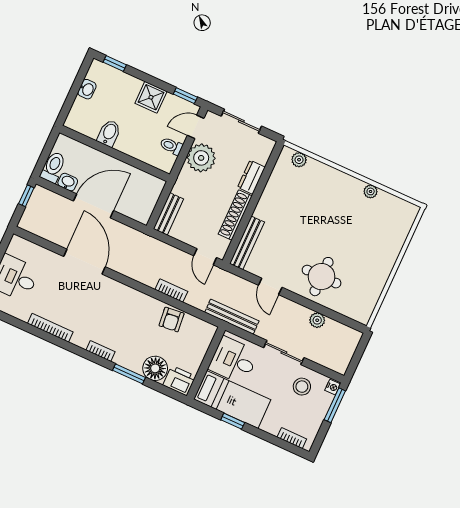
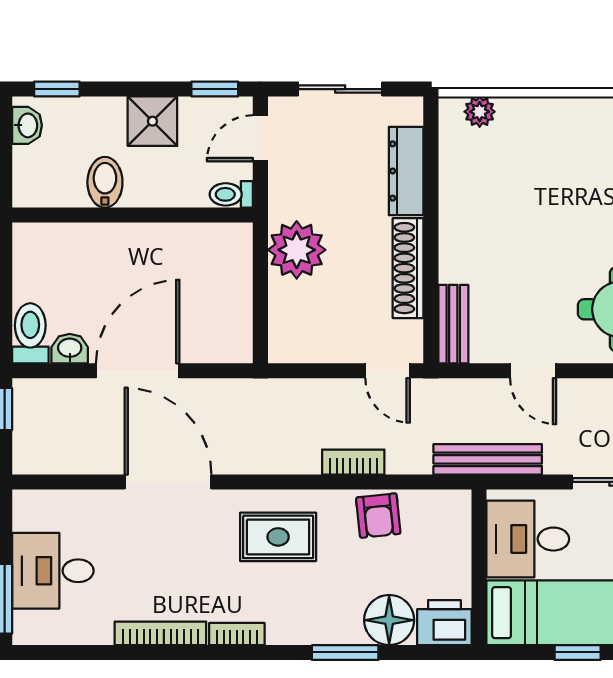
washbasin: (87, 89) -> (27, 125), moved
bidet: (109, 133) -> (105, 182), moved
wall: (115, 153) -> (132, 215), moved
plant: (201, 158) -> (297, 250), moved
dresser: (251, 177) -> (406, 171), width x1.44
bench: (168, 214) -> (283, 322), removed
bench: (247, 243) -> (453, 324), width x0.73
rug: (122, 309) -> (278, 537), added
bookcase: (101, 351) -> (237, 634), moved

